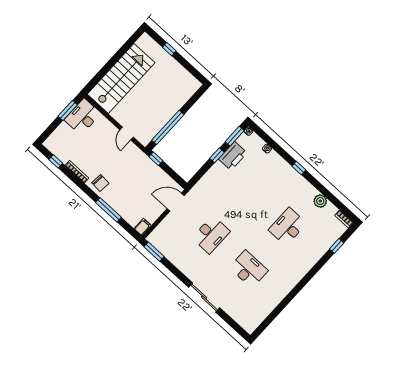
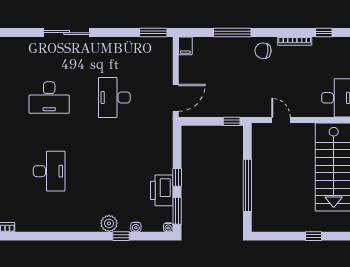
window: (168, 127) -> (247, 185), moved
window: (299, 168) -> (121, 236), moved
plant: (320, 201) -> (109, 223), moved

